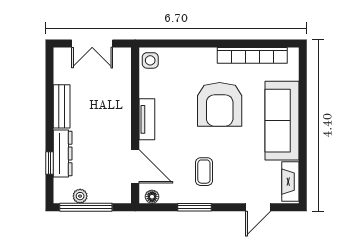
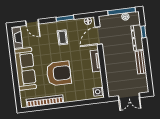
double door: (92, 44) -> (129, 97), swing flipped
armchair: (220, 104) -> (59, 73), turned 90
door: (135, 166) -> (99, 36), hinge flipped
door: (258, 207) -> (32, 22), swing flipped

